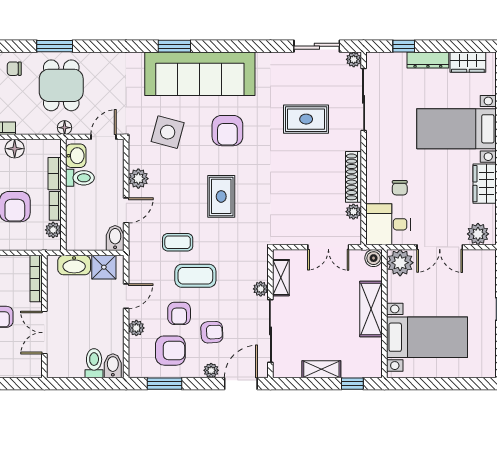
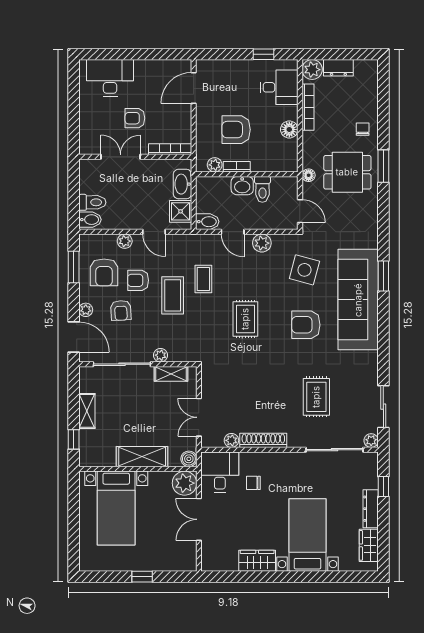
washbasin: (76, 156) -> (242, 186), moved
bookcase: (55, 174) -> (266, 166), removed
rug: (221, 196) -> (245, 319), turned 90
plant: (478, 234) -> (211, 555), removed

